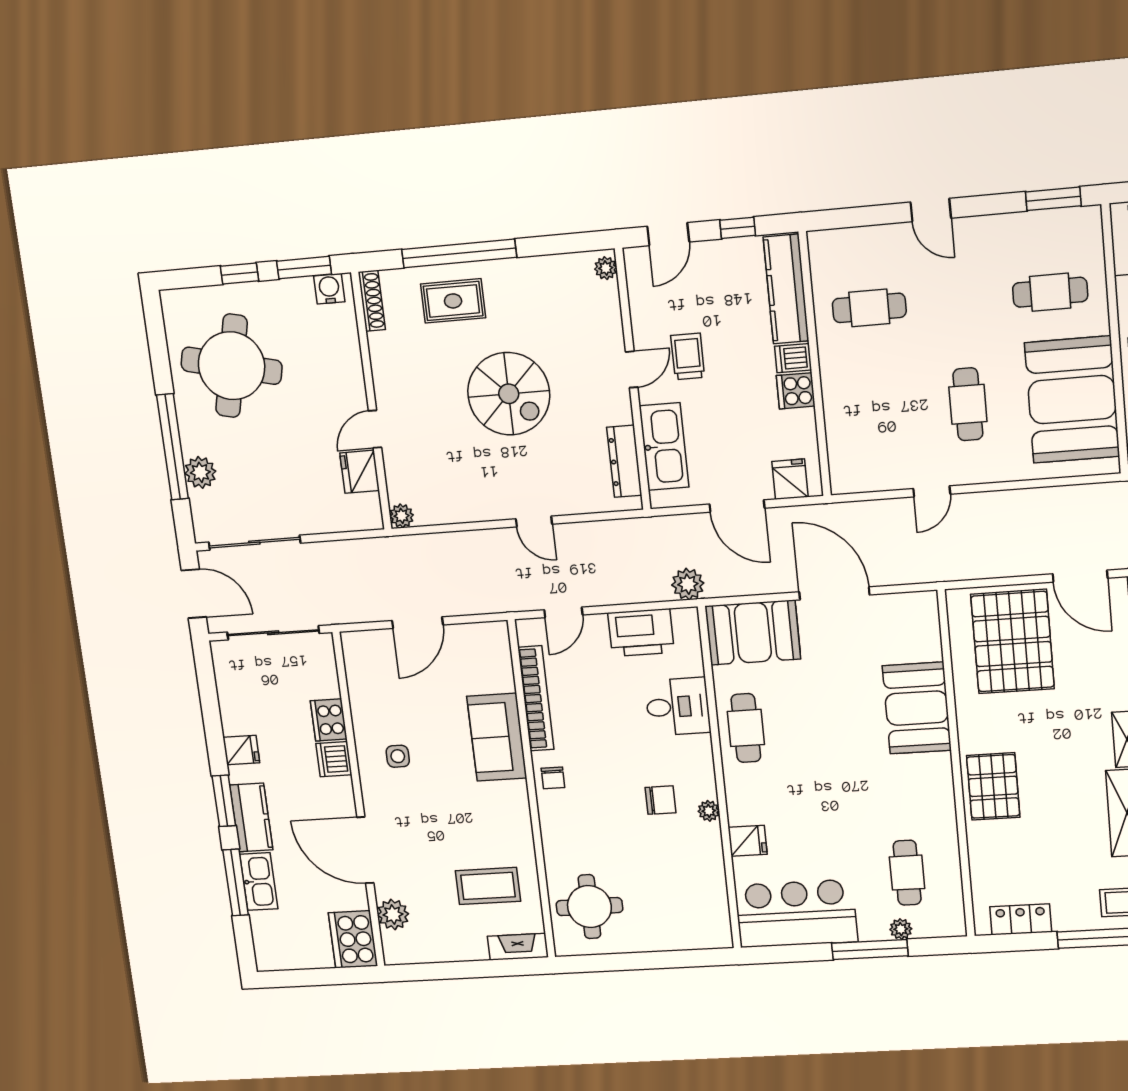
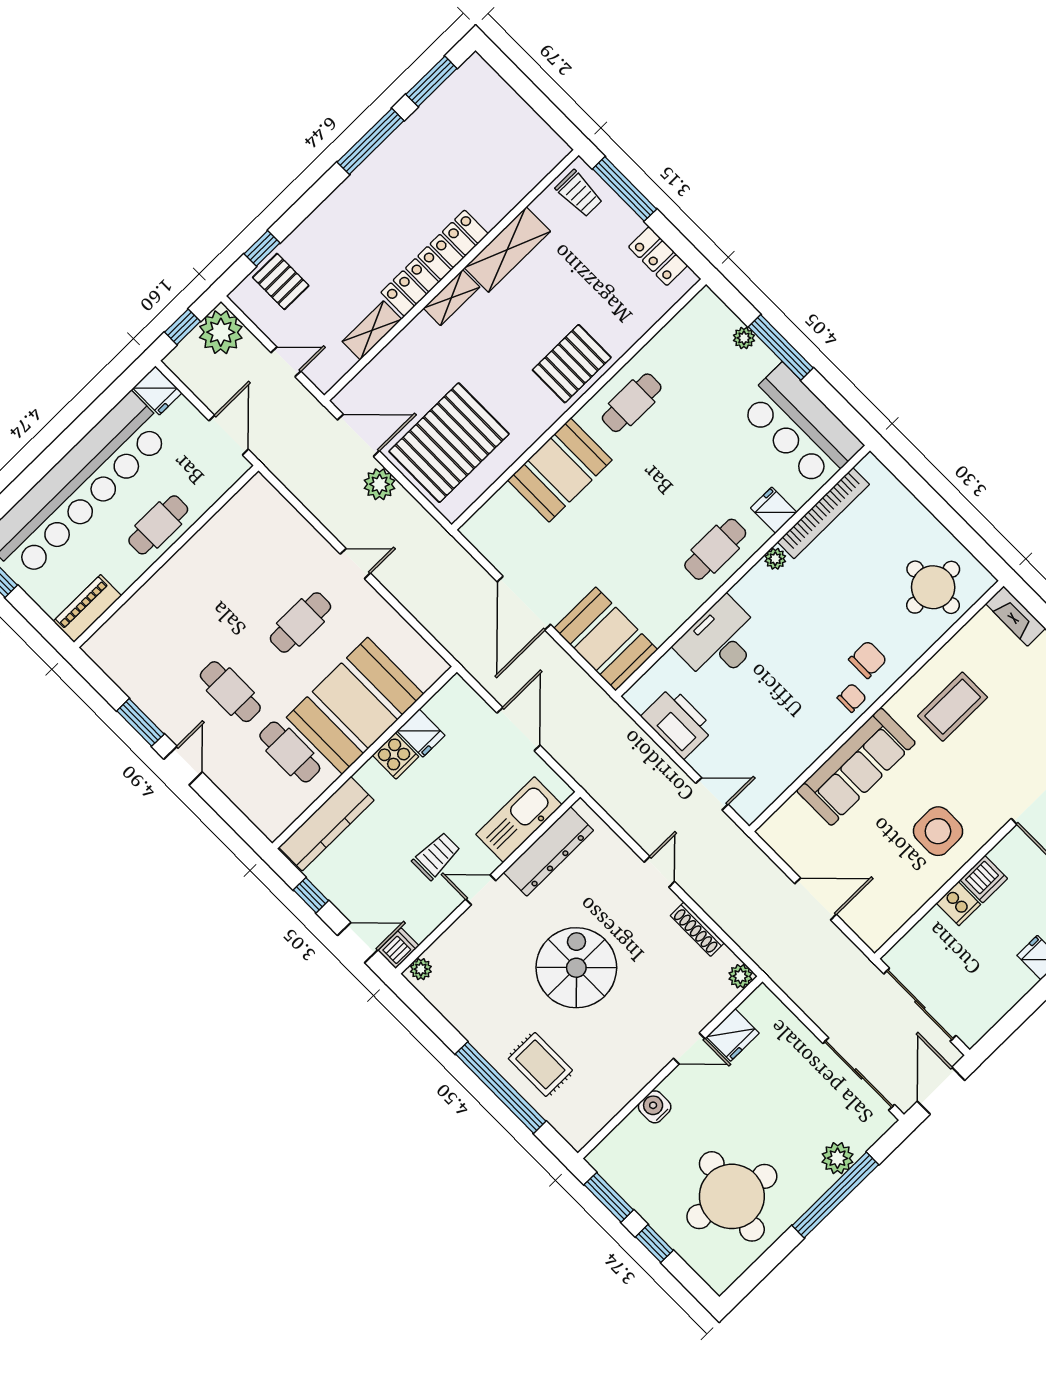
window: (1053, 199) -> (140, 722), moved
water cooler: (329, 289) -> (655, 1107), moved, turned 90
cafe table: (1050, 292) -> (230, 692), moved
shoe rack: (372, 301) -> (697, 929), moved, turned -90
trolley: (688, 356) -> (436, 856), turned 180
dishwasher: (793, 358) -> (398, 948), moved, turned -90
booth: (1072, 400) -> (355, 706), moved
dresser: (624, 461) -> (548, 851), width x1.37, depth x1.24
fridge: (790, 479) -> (421, 733), moved, turned -90
door: (932, 491) -> (355, 564), moved
door: (1080, 576) -> (358, 435), hinge flipped
plant: (688, 584) -> (380, 484), moved
bookcase: (536, 698) -> (823, 513), moved, turned 180
desk: (678, 707) -> (720, 641), width x1.37
cooker: (329, 720) -> (958, 904), width x0.73
cafe table: (746, 728) -> (715, 549), moved
sofa: (497, 737) -> (856, 767), width x1.36
side table: (398, 756) -> (938, 831), width x1.87, depth x1.87
chair: (661, 800) -> (868, 660), moved, turned 90
cafe table: (907, 873) -> (632, 403), moved
coffee table: (488, 886) -> (953, 707), moved, turned 90

